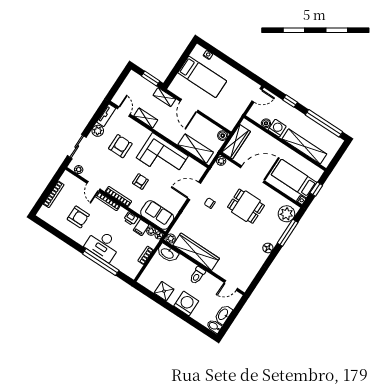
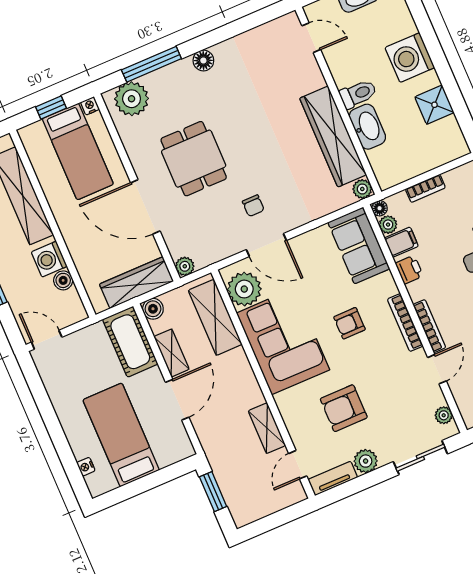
shelving: (164, 97) -> (172, 353), moved
cot: (223, 116) -> (130, 342), added
plant: (191, 168) -> (244, 289), added
washbasin: (167, 253) -> (367, 127), moved

